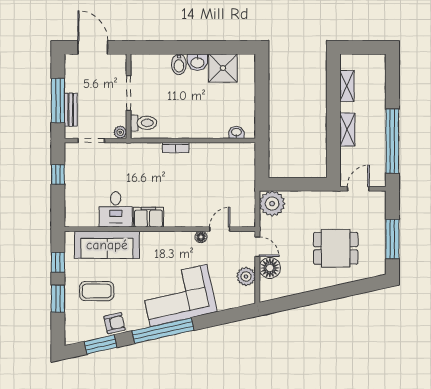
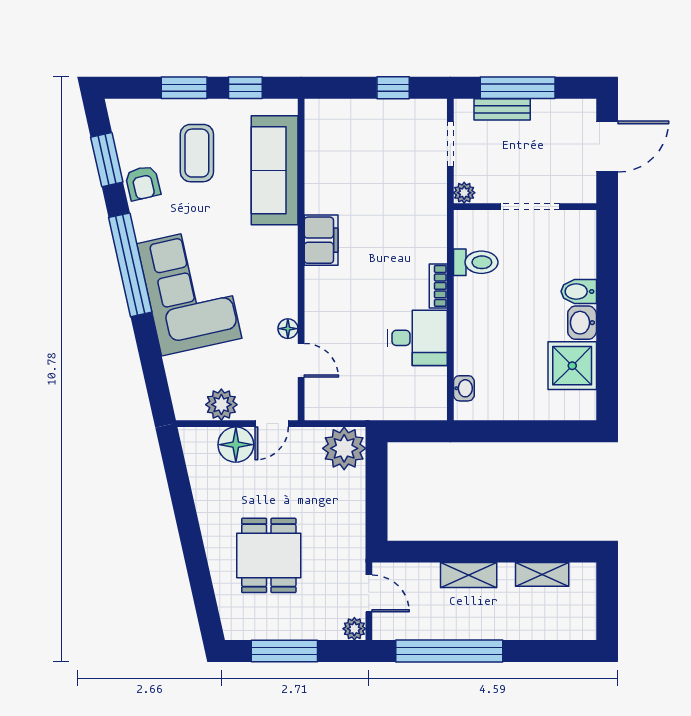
toilet: (144, 123) -> (476, 262), moved, turned -90
plant: (379, 197) -> (354, 629), added
desk: (116, 209) -> (417, 338), moved, turned 180

